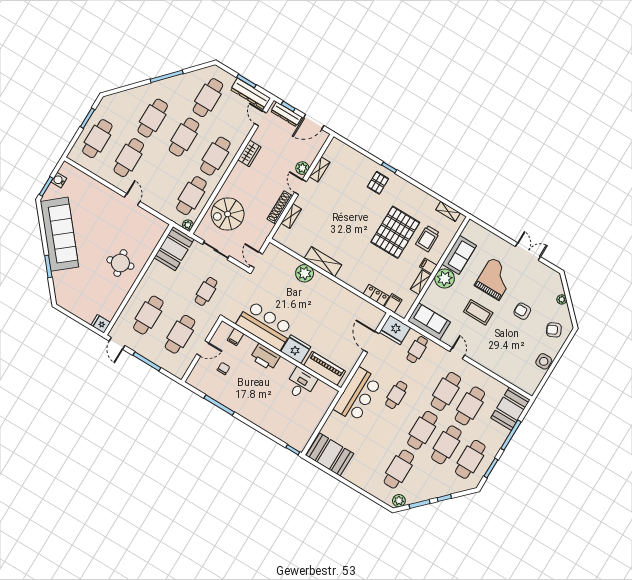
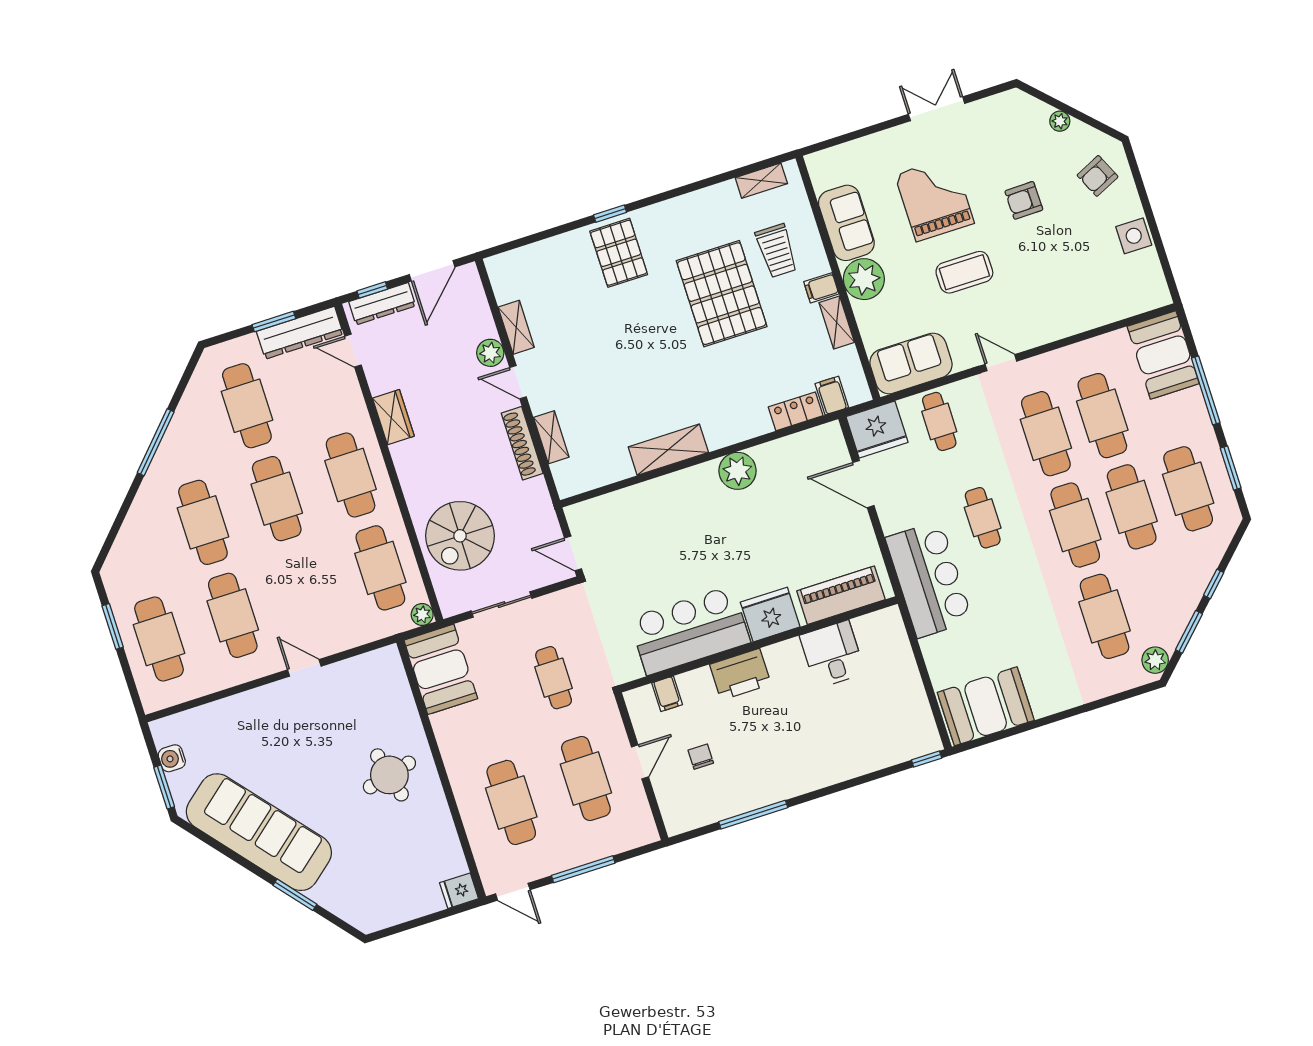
pallet: (378, 183) -> (619, 253), width x1.50, depth x1.42
plant: (305, 273) -> (738, 471), moved

